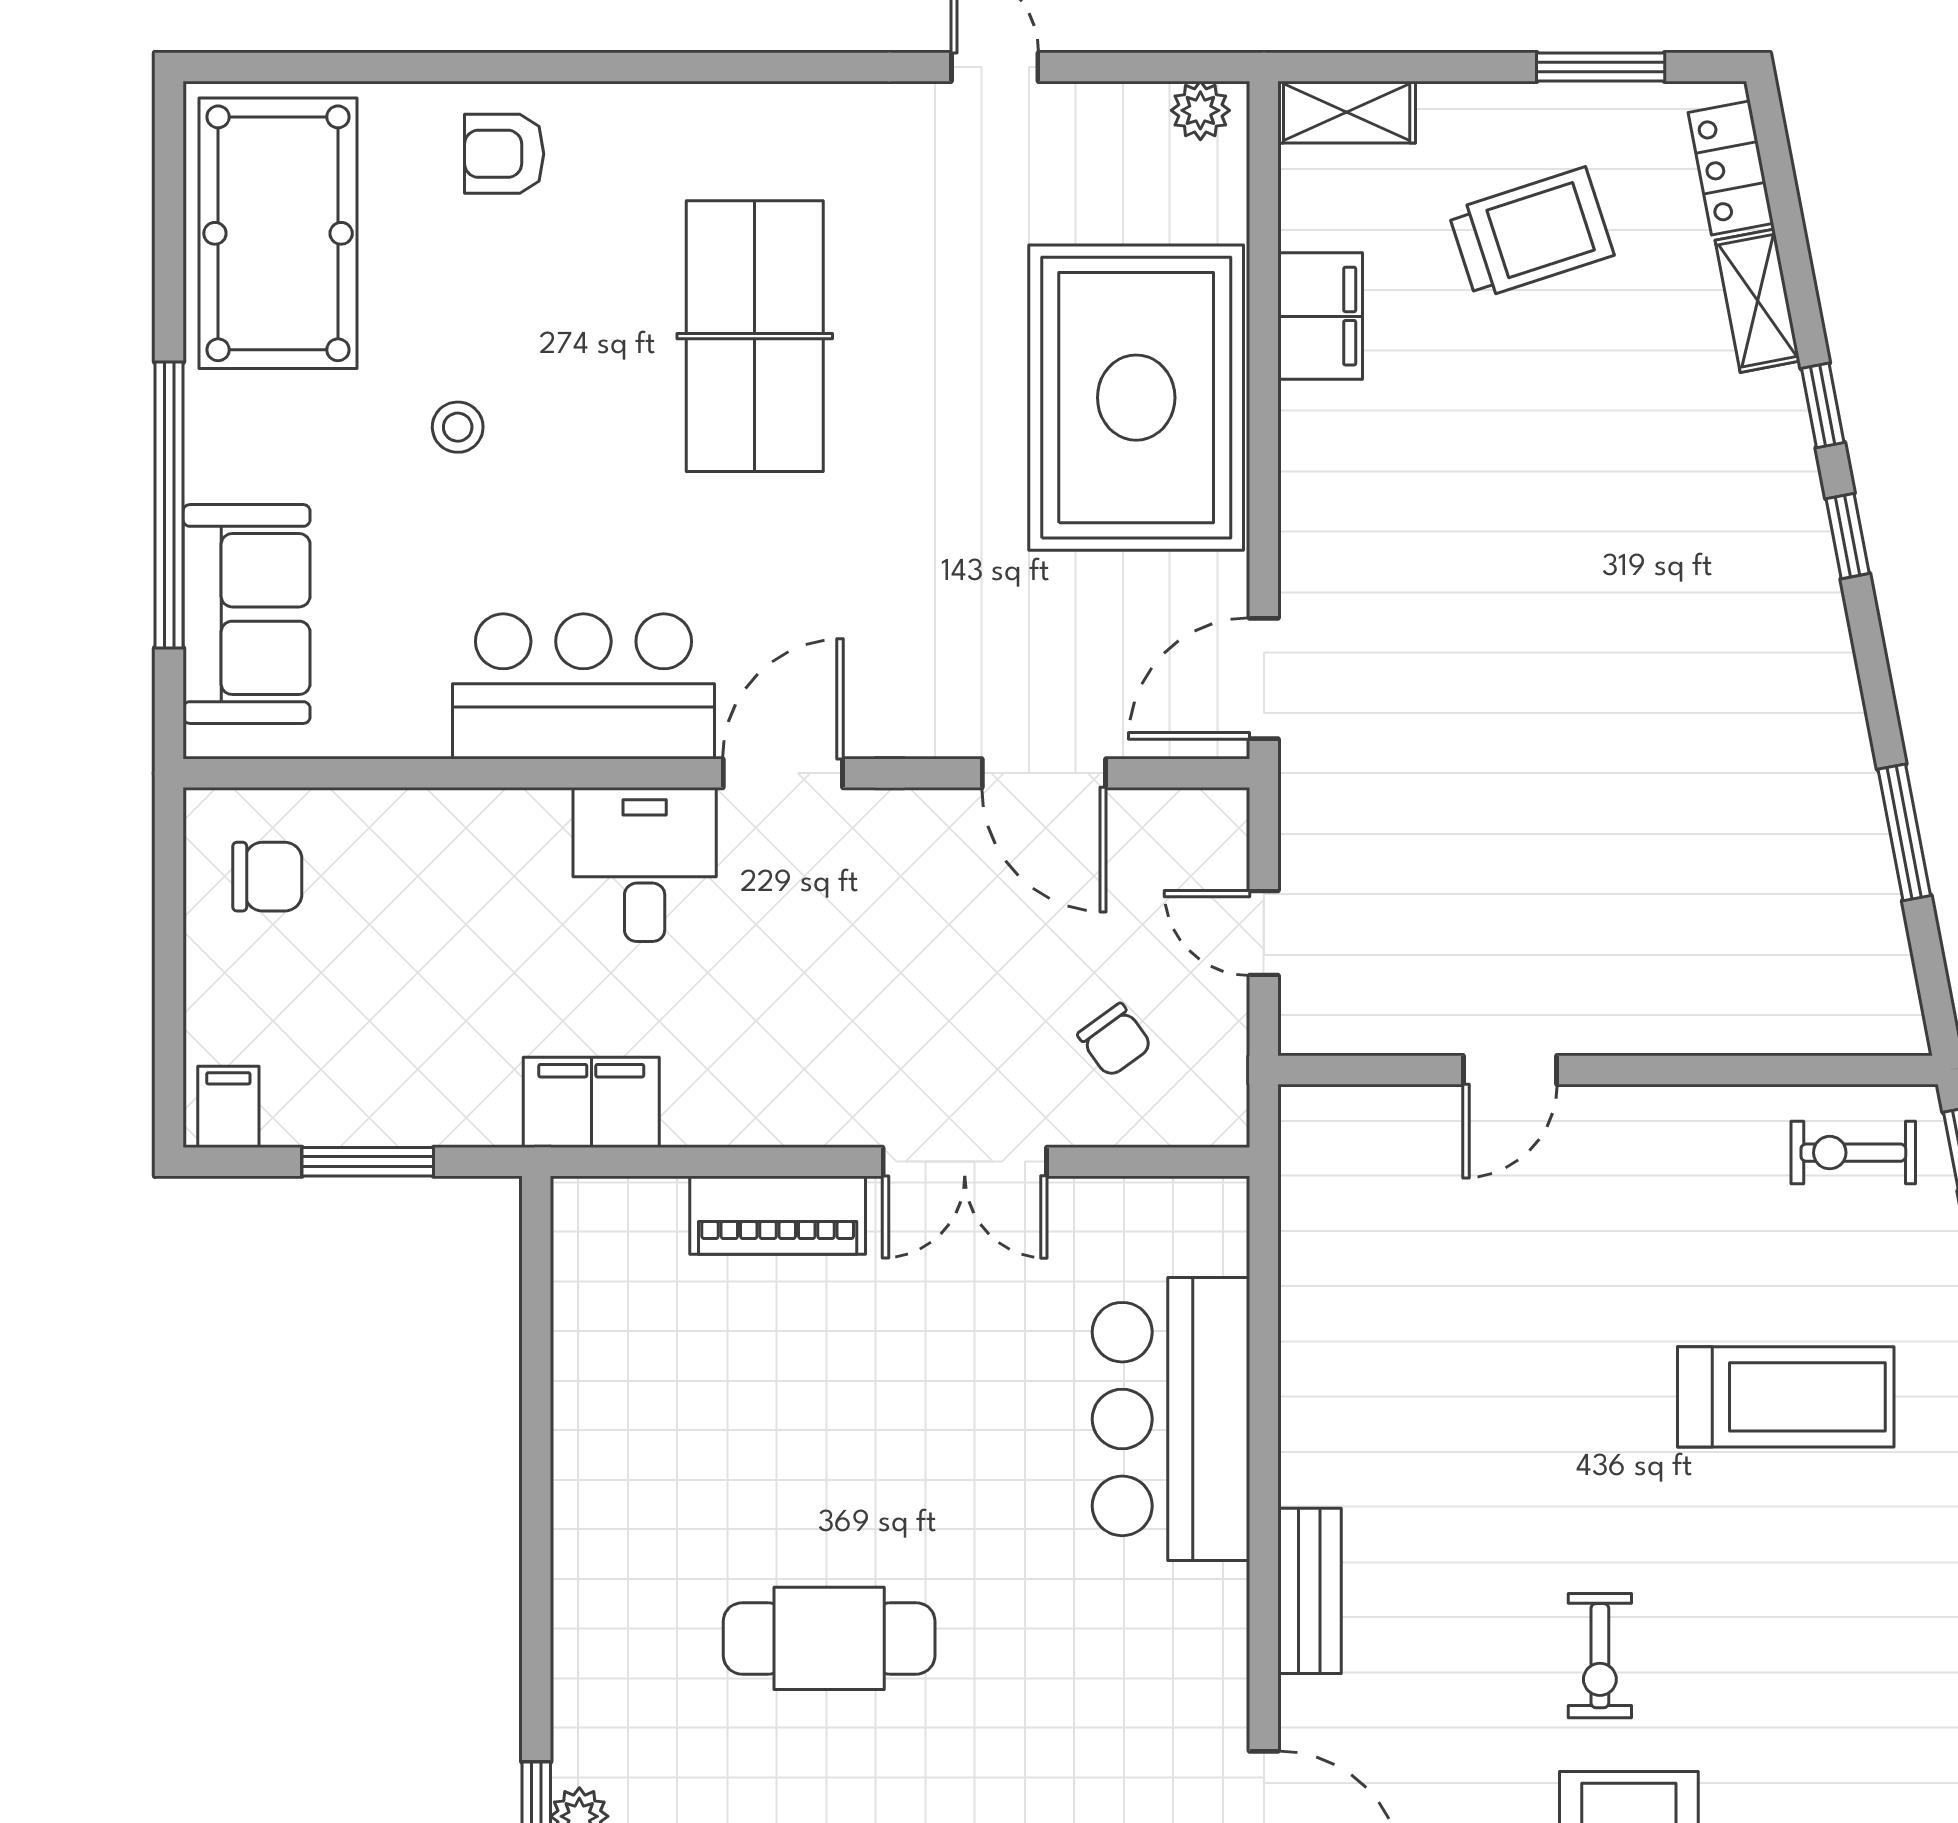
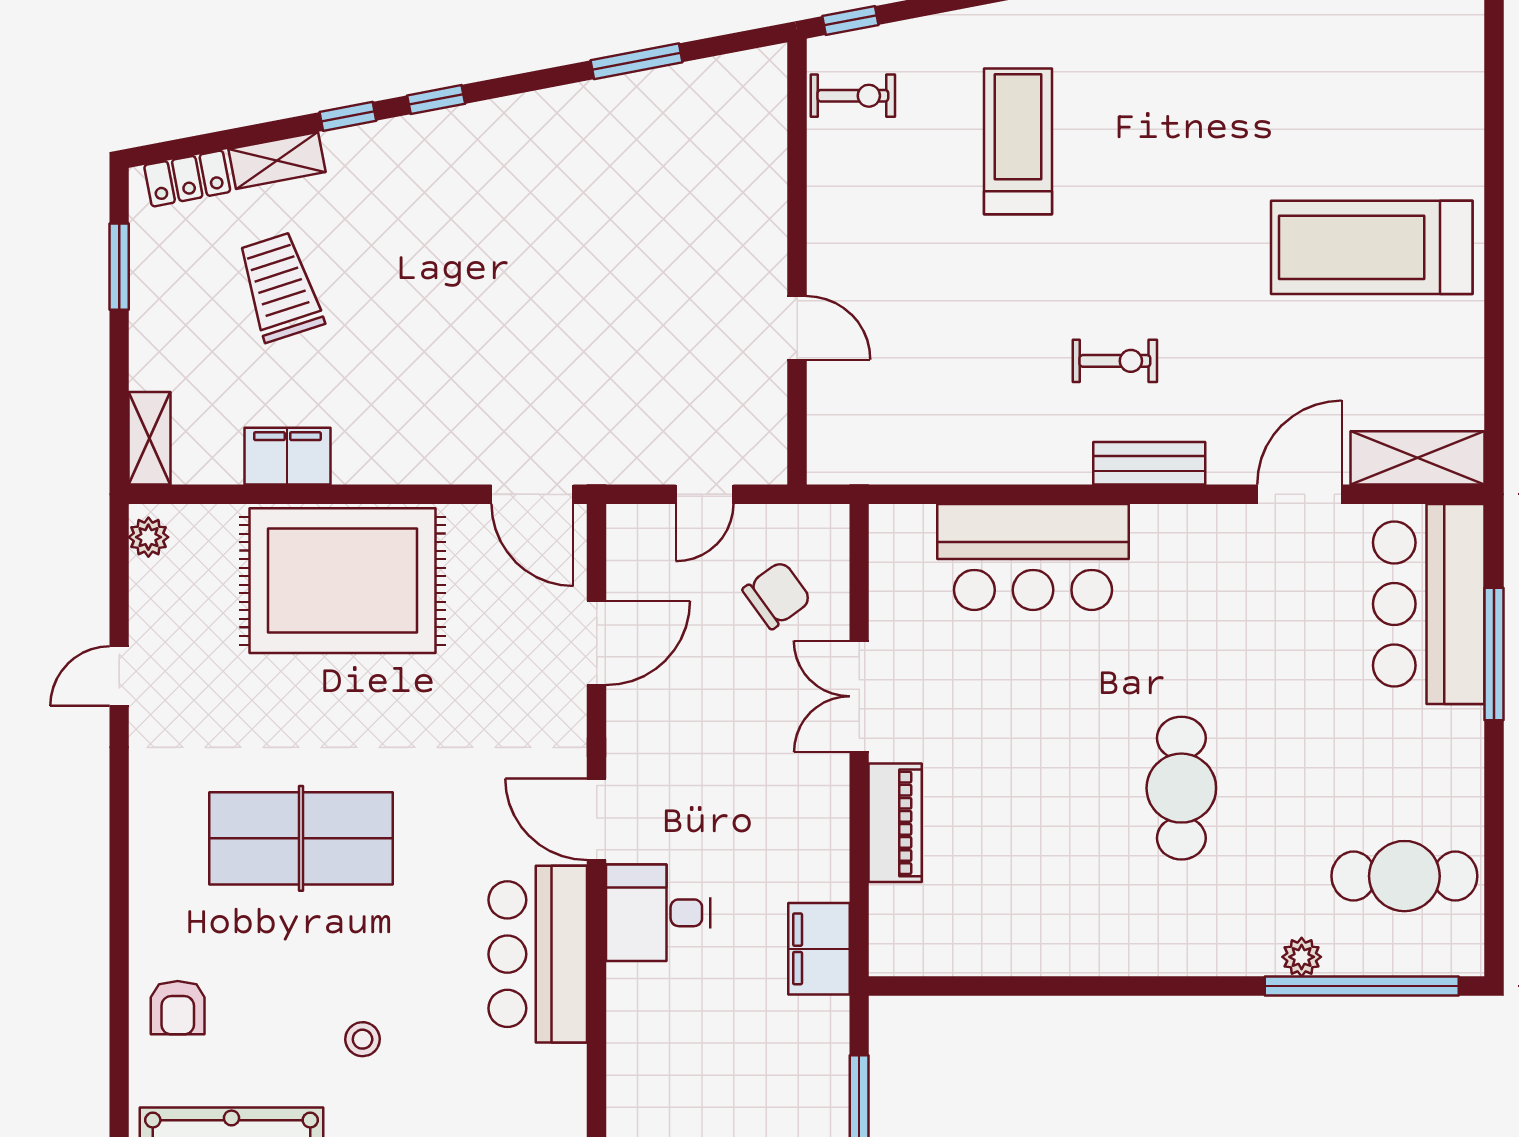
trolley: (1531, 233) -> (280, 287), moved
chair: (1115, 1040) -> (777, 595), width x1.37, depth x1.37
exercise bike: (1853, 1153) -> (853, 96), turned -90
double door: (965, 1162) -> (859, 696), swing flipped
exercise bike: (1600, 1656) -> (1115, 361), moved

